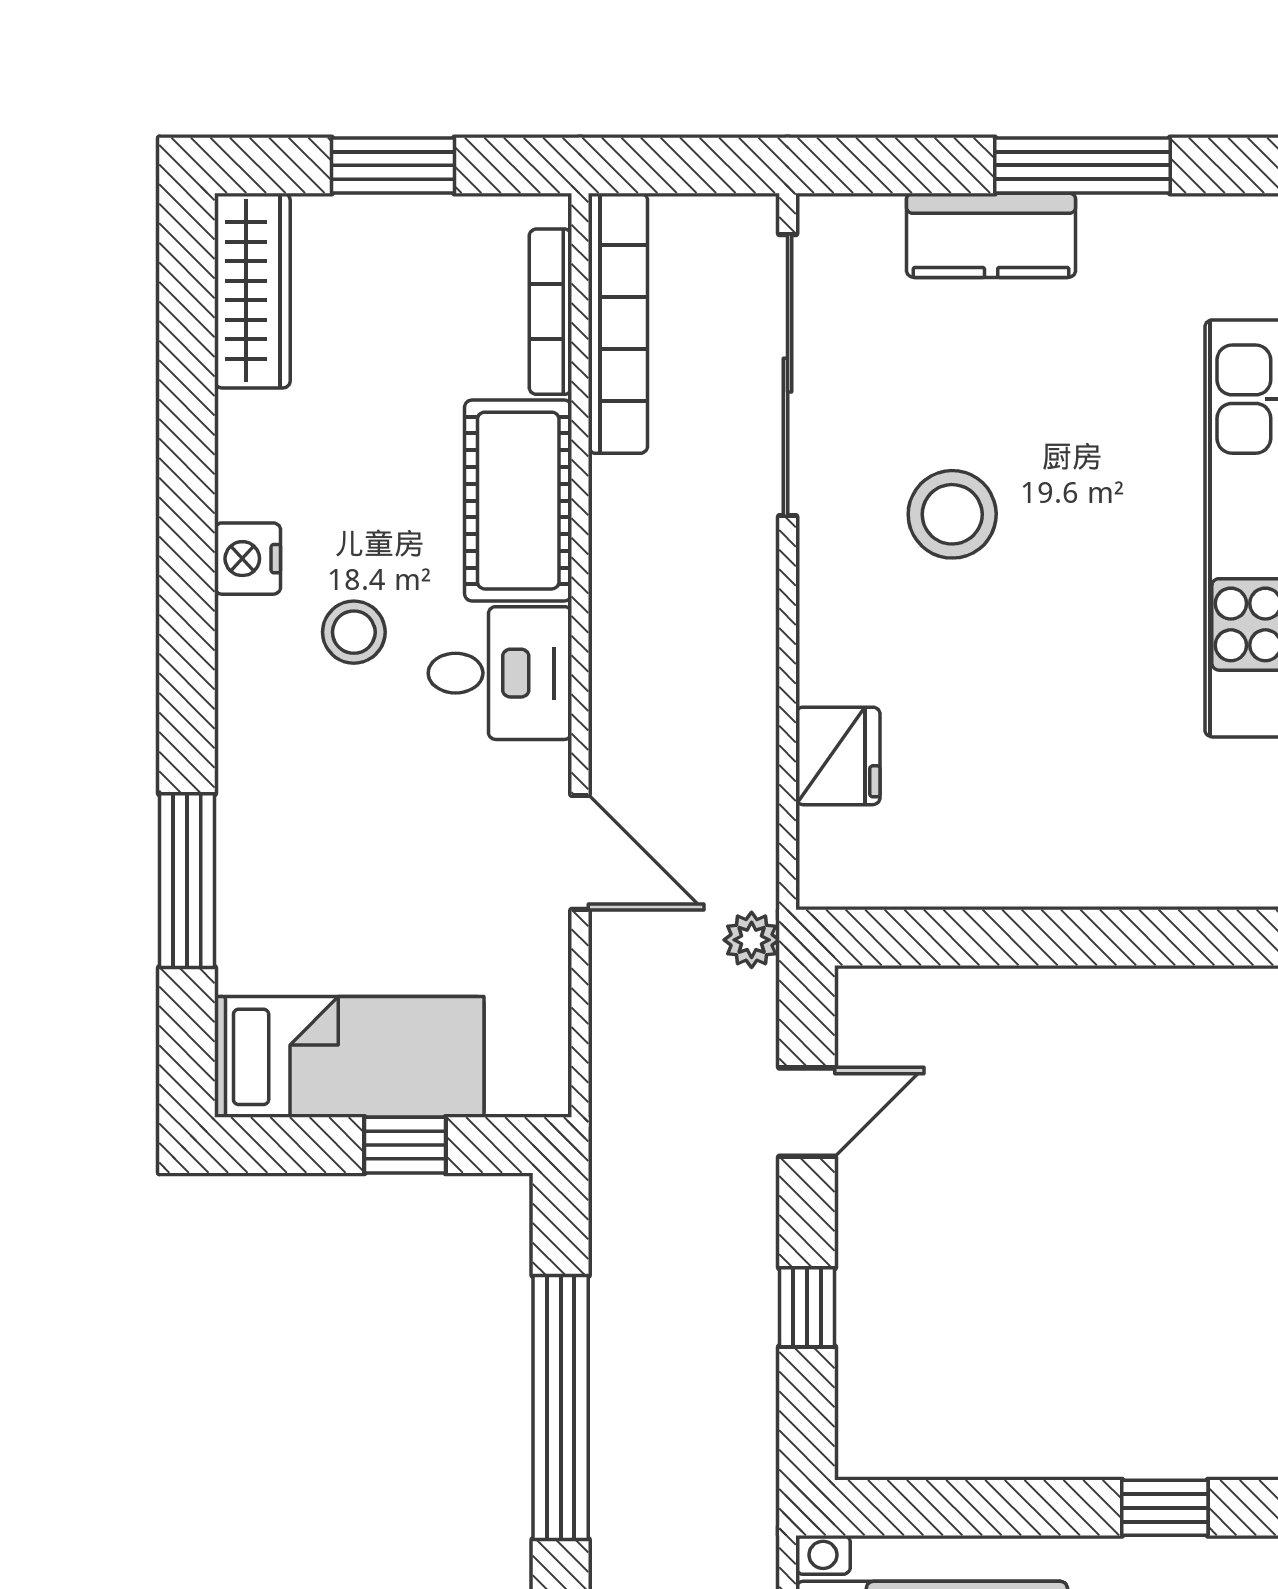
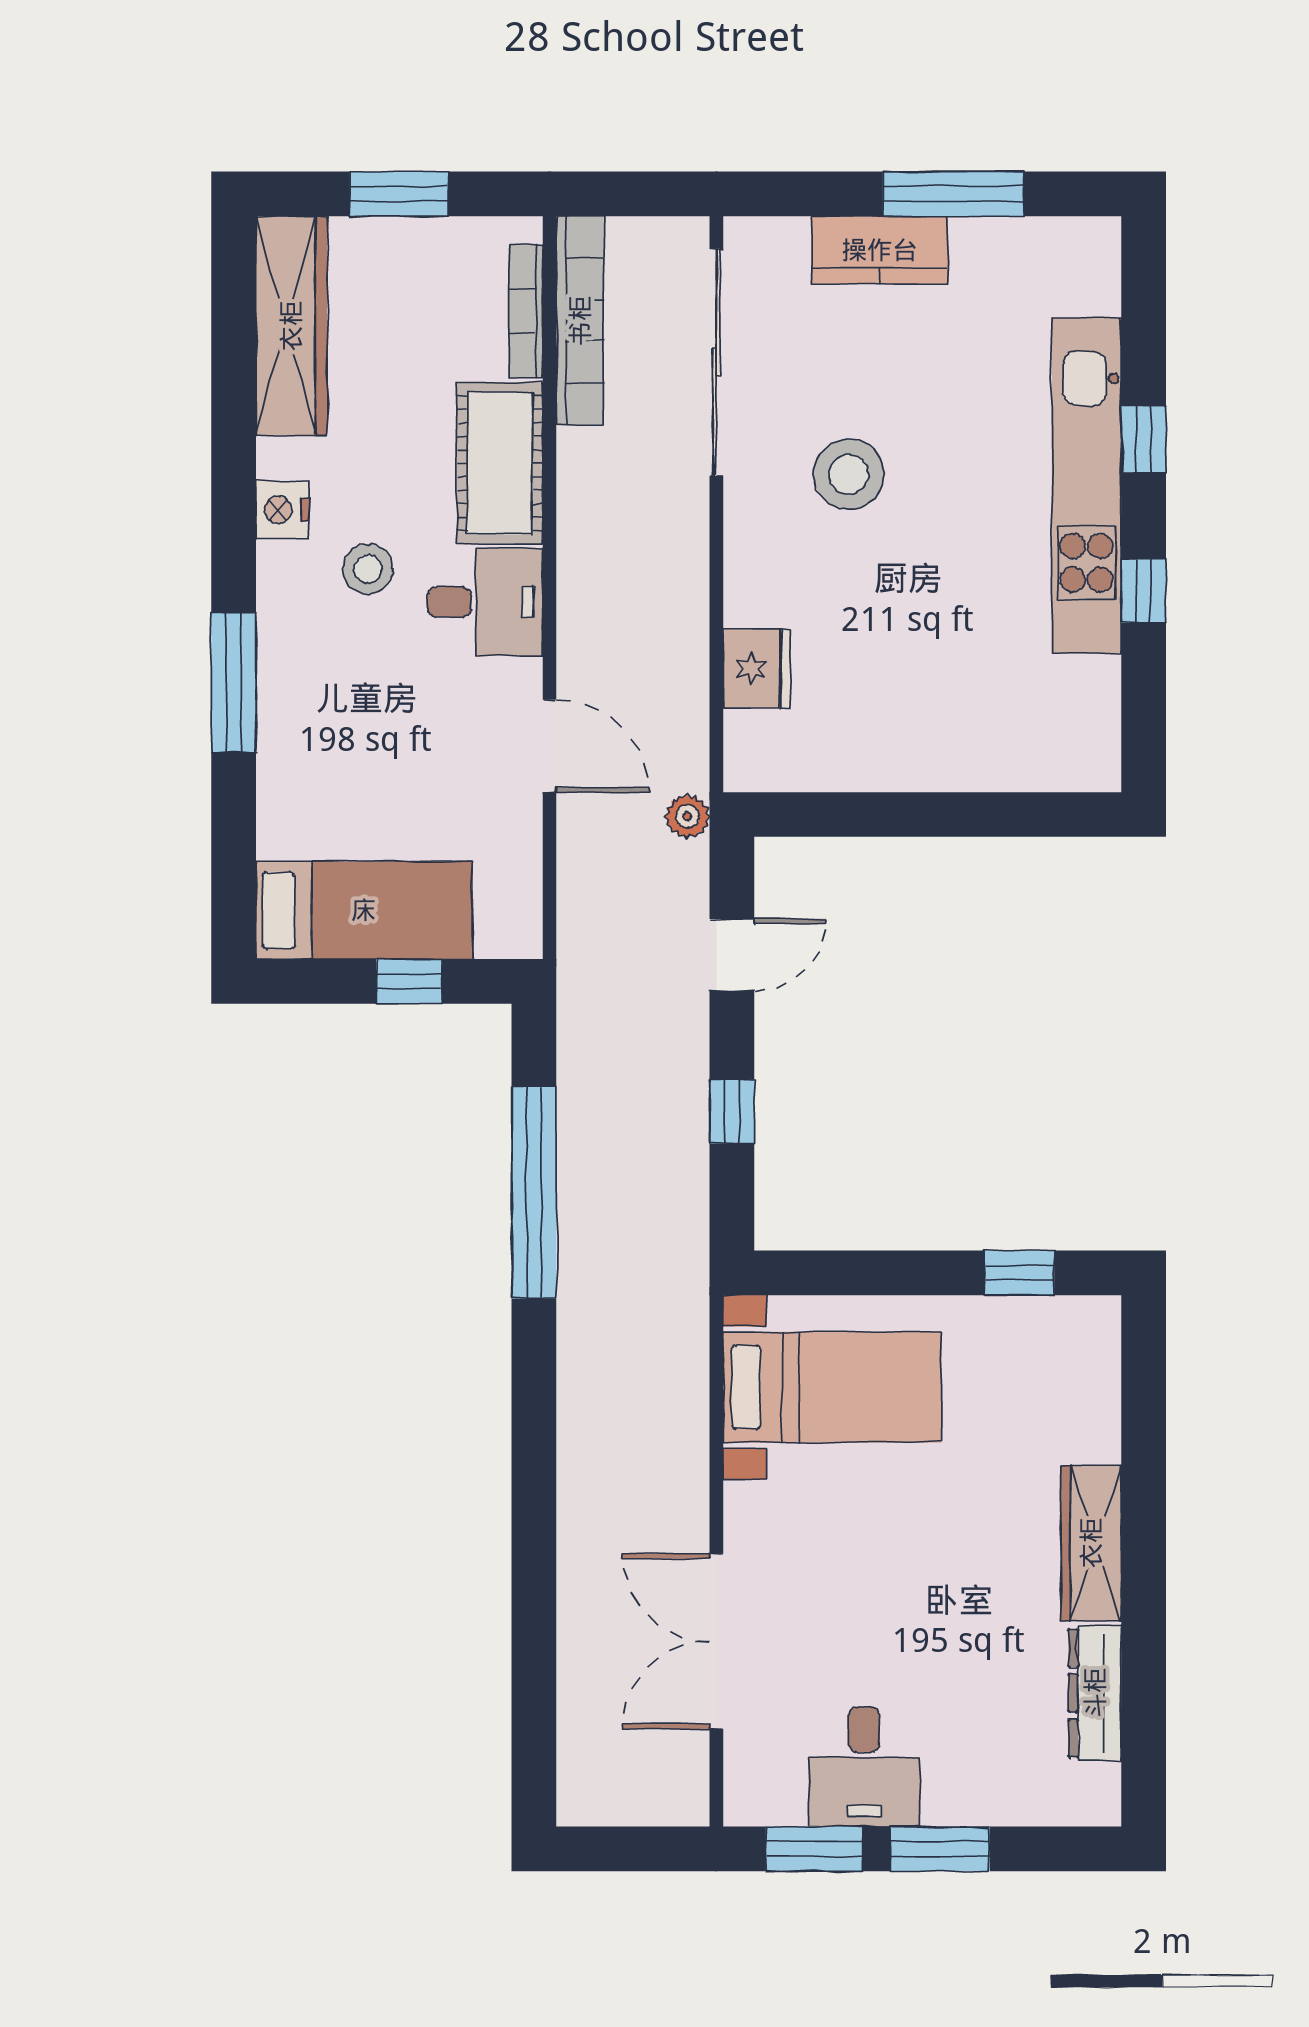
wardrobe: (252, 291) -> (291, 326), width x1.40, depth x1.17
window: (187, 881) -> (234, 682), moved

